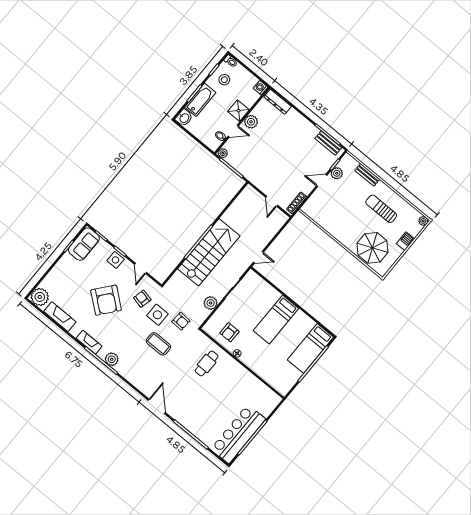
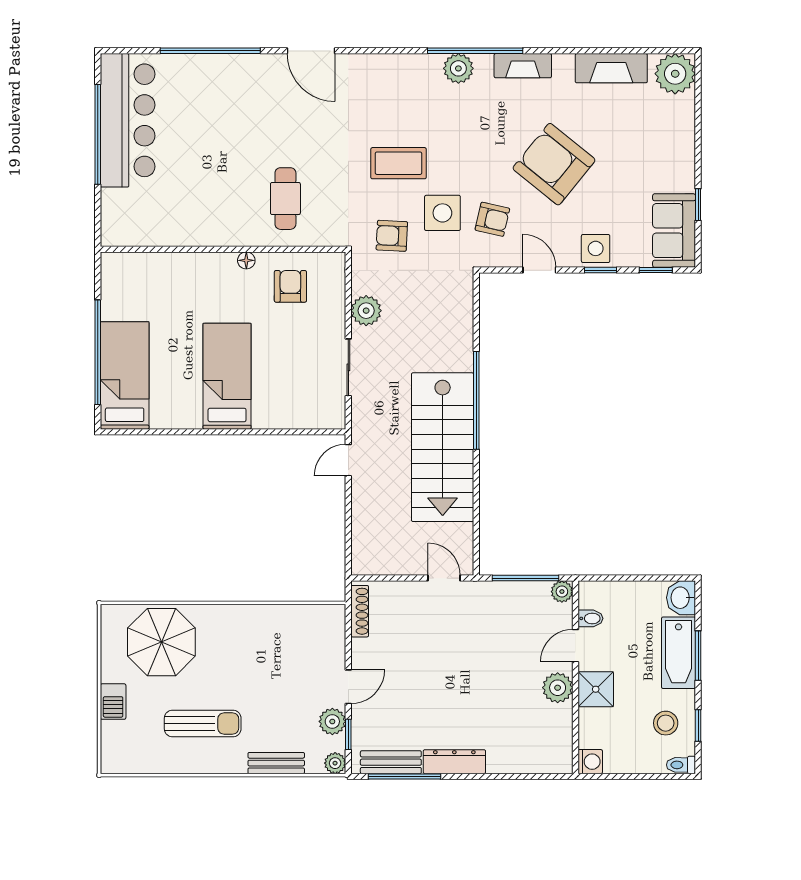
dresser: (278, 102) -> (454, 762), moved
door: (272, 201) -> (444, 578), moved
plant: (423, 221) -> (335, 763), moved
stairs: (209, 252) -> (443, 447), moved

